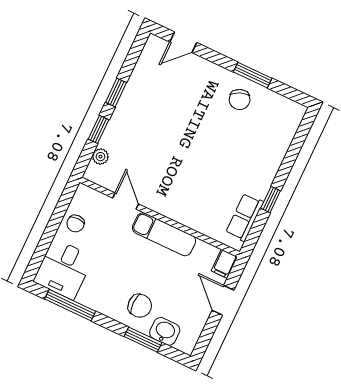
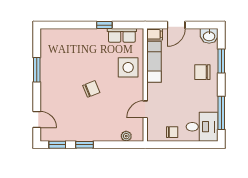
chair: (240, 100) -> (91, 89), moved
window: (98, 129) -> (57, 145), moved
side table: (196, 205) -> (128, 67), added
exam couch: (164, 234) -> (154, 62), moved
chair: (140, 306) -> (202, 72), turned -90
washbasin: (165, 331) -> (209, 36), moved, turned -90

